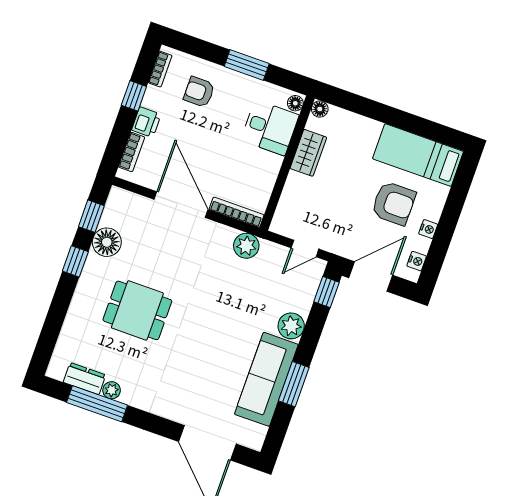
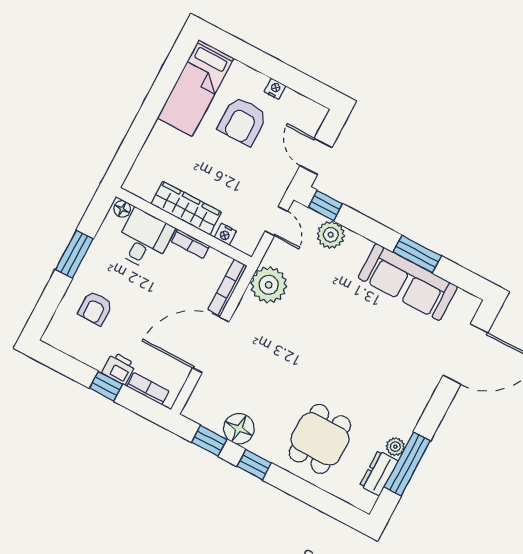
bookcase: (160, 69) -> (191, 244), moved, turned 180
window: (134, 96) -> (106, 386), moved
floor lamp: (320, 109) -> (132, 184), removed
wardrobe: (308, 153) -> (186, 208), width x1.50
armchair: (394, 203) -> (243, 121), turned 180
plant: (246, 246) -> (269, 285), width x1.36, depth x1.36
nightstand: (417, 261) -> (225, 234), moved, turned 180
door: (371, 276) -> (316, 156), width x0.73
dining table: (137, 310) -> (320, 439), moved
plant: (291, 326) -> (331, 235), moved

